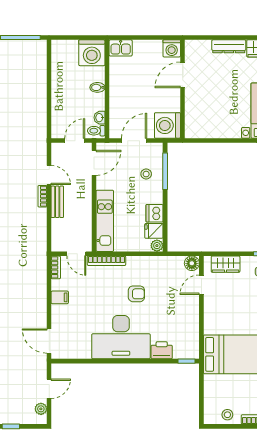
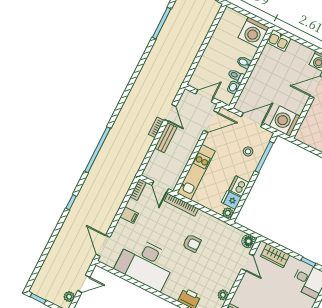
toilet: (96, 131) -> (236, 76), moved
door: (201, 285) -> (248, 262), swing flipped
plant: (193, 330) -> (223, 295), added
desk: (121, 337) -> (146, 263), moved

